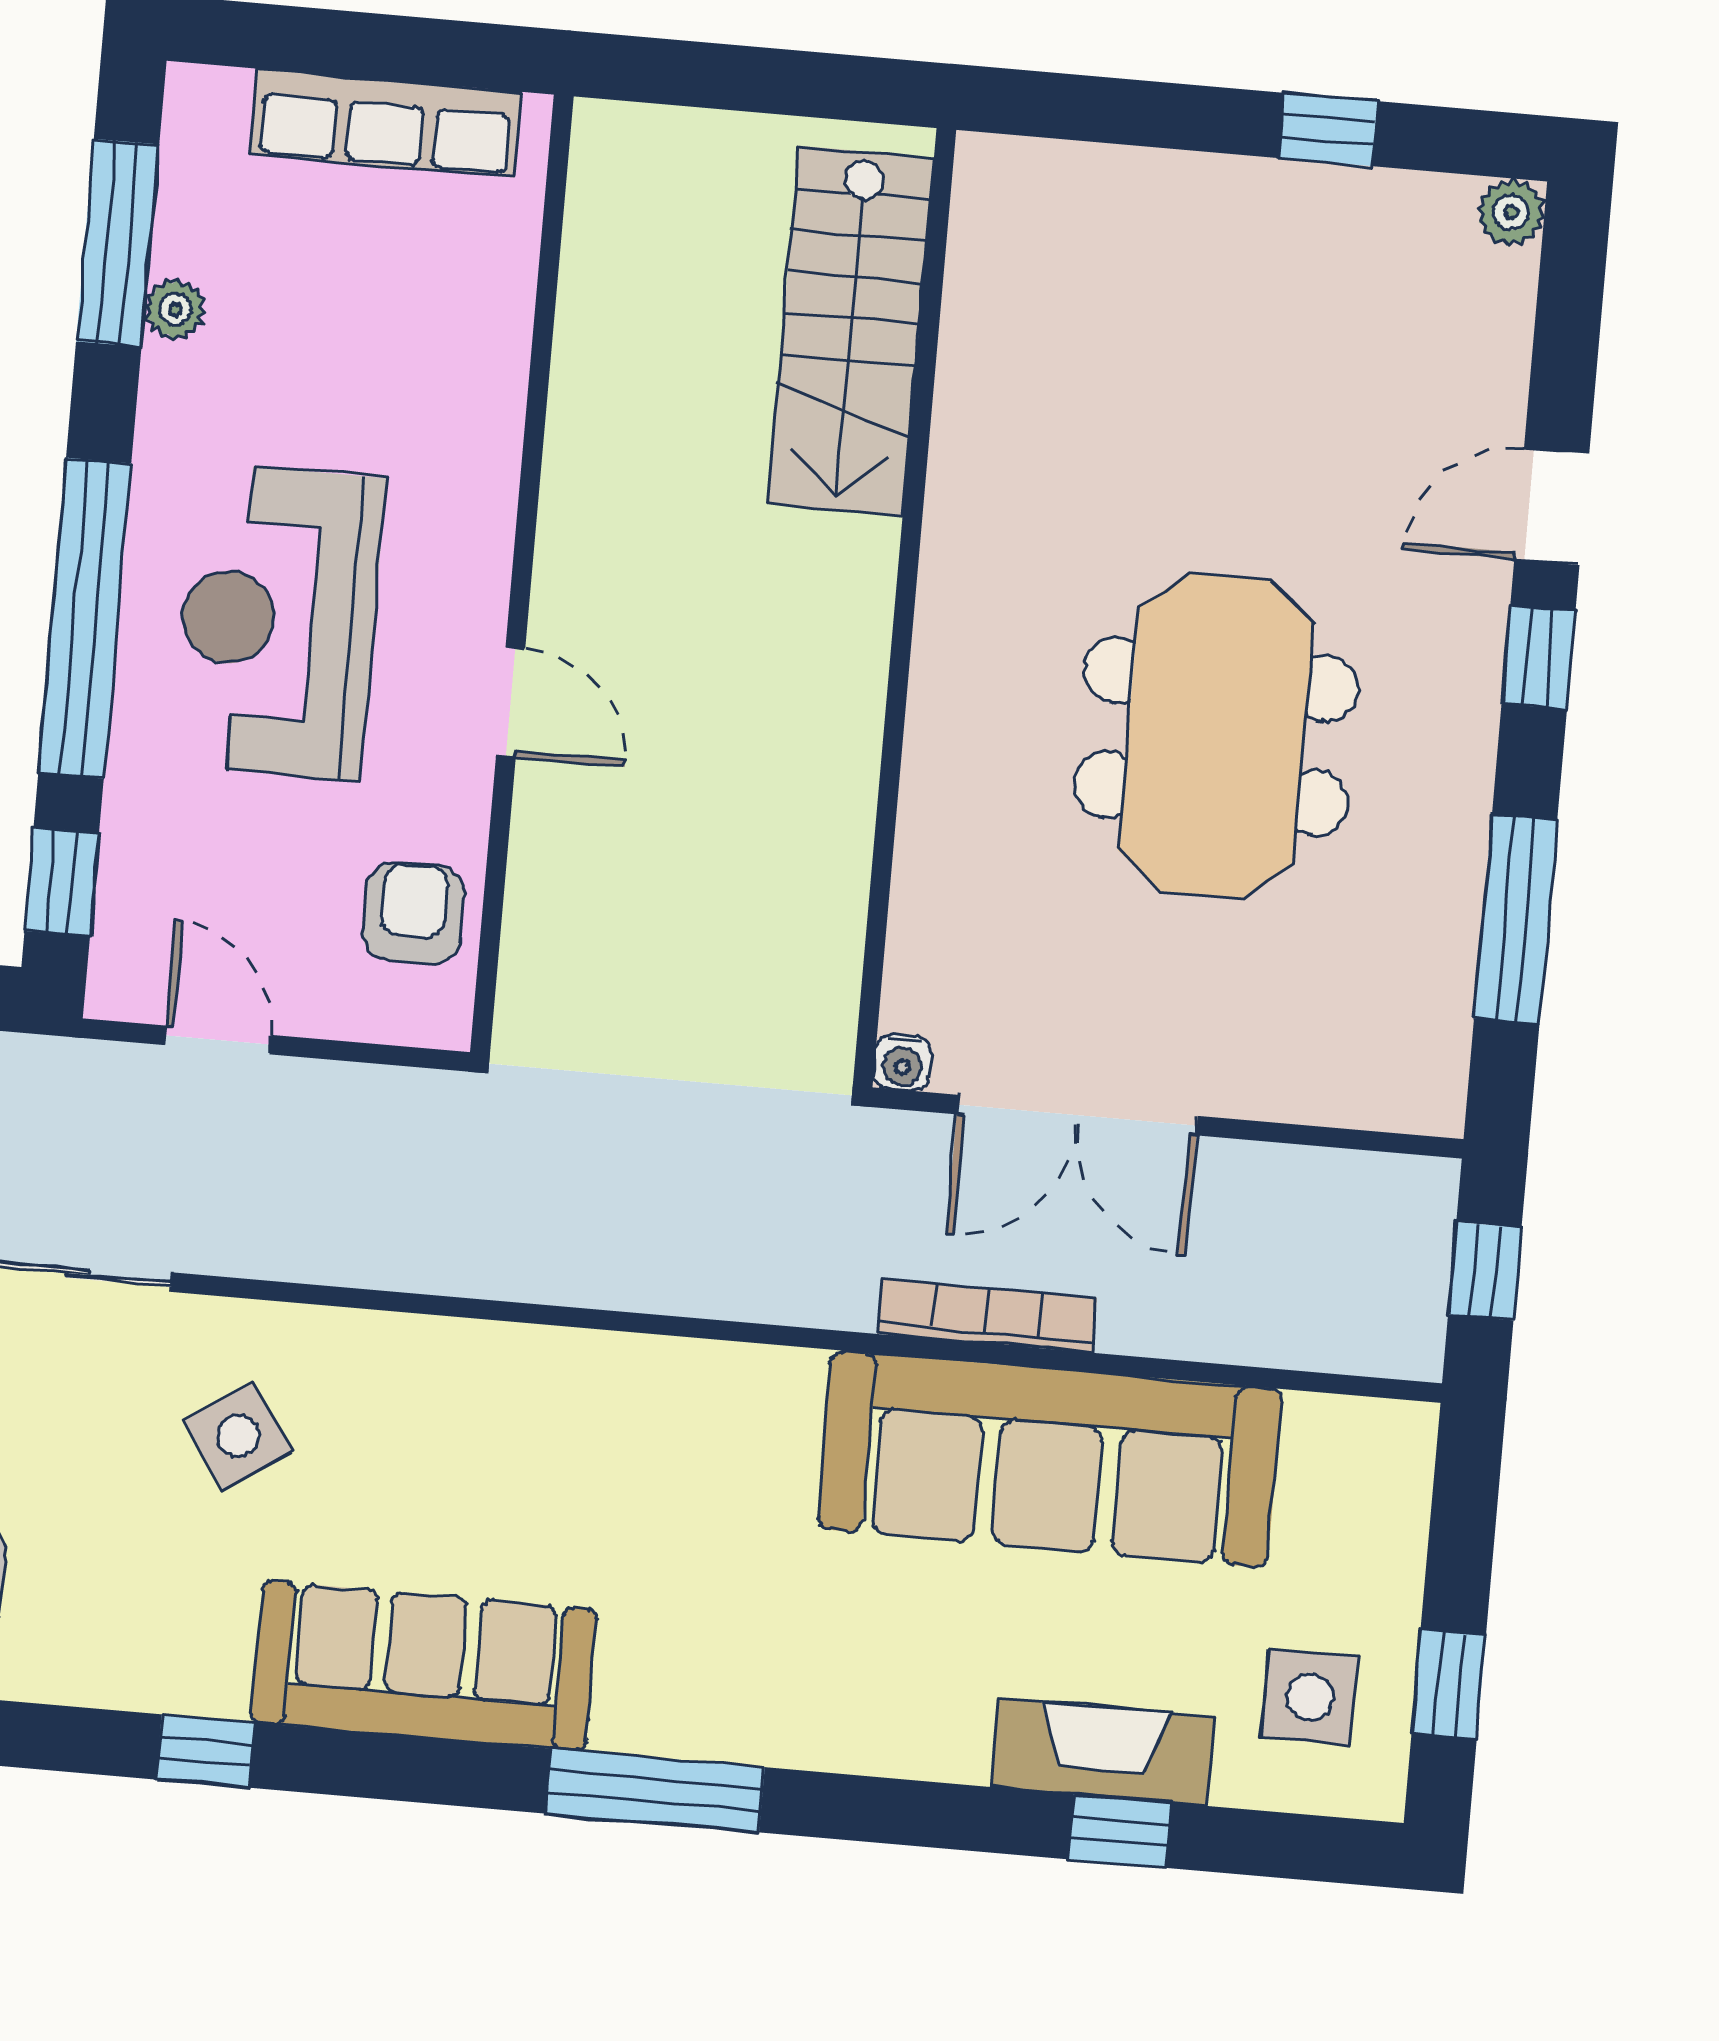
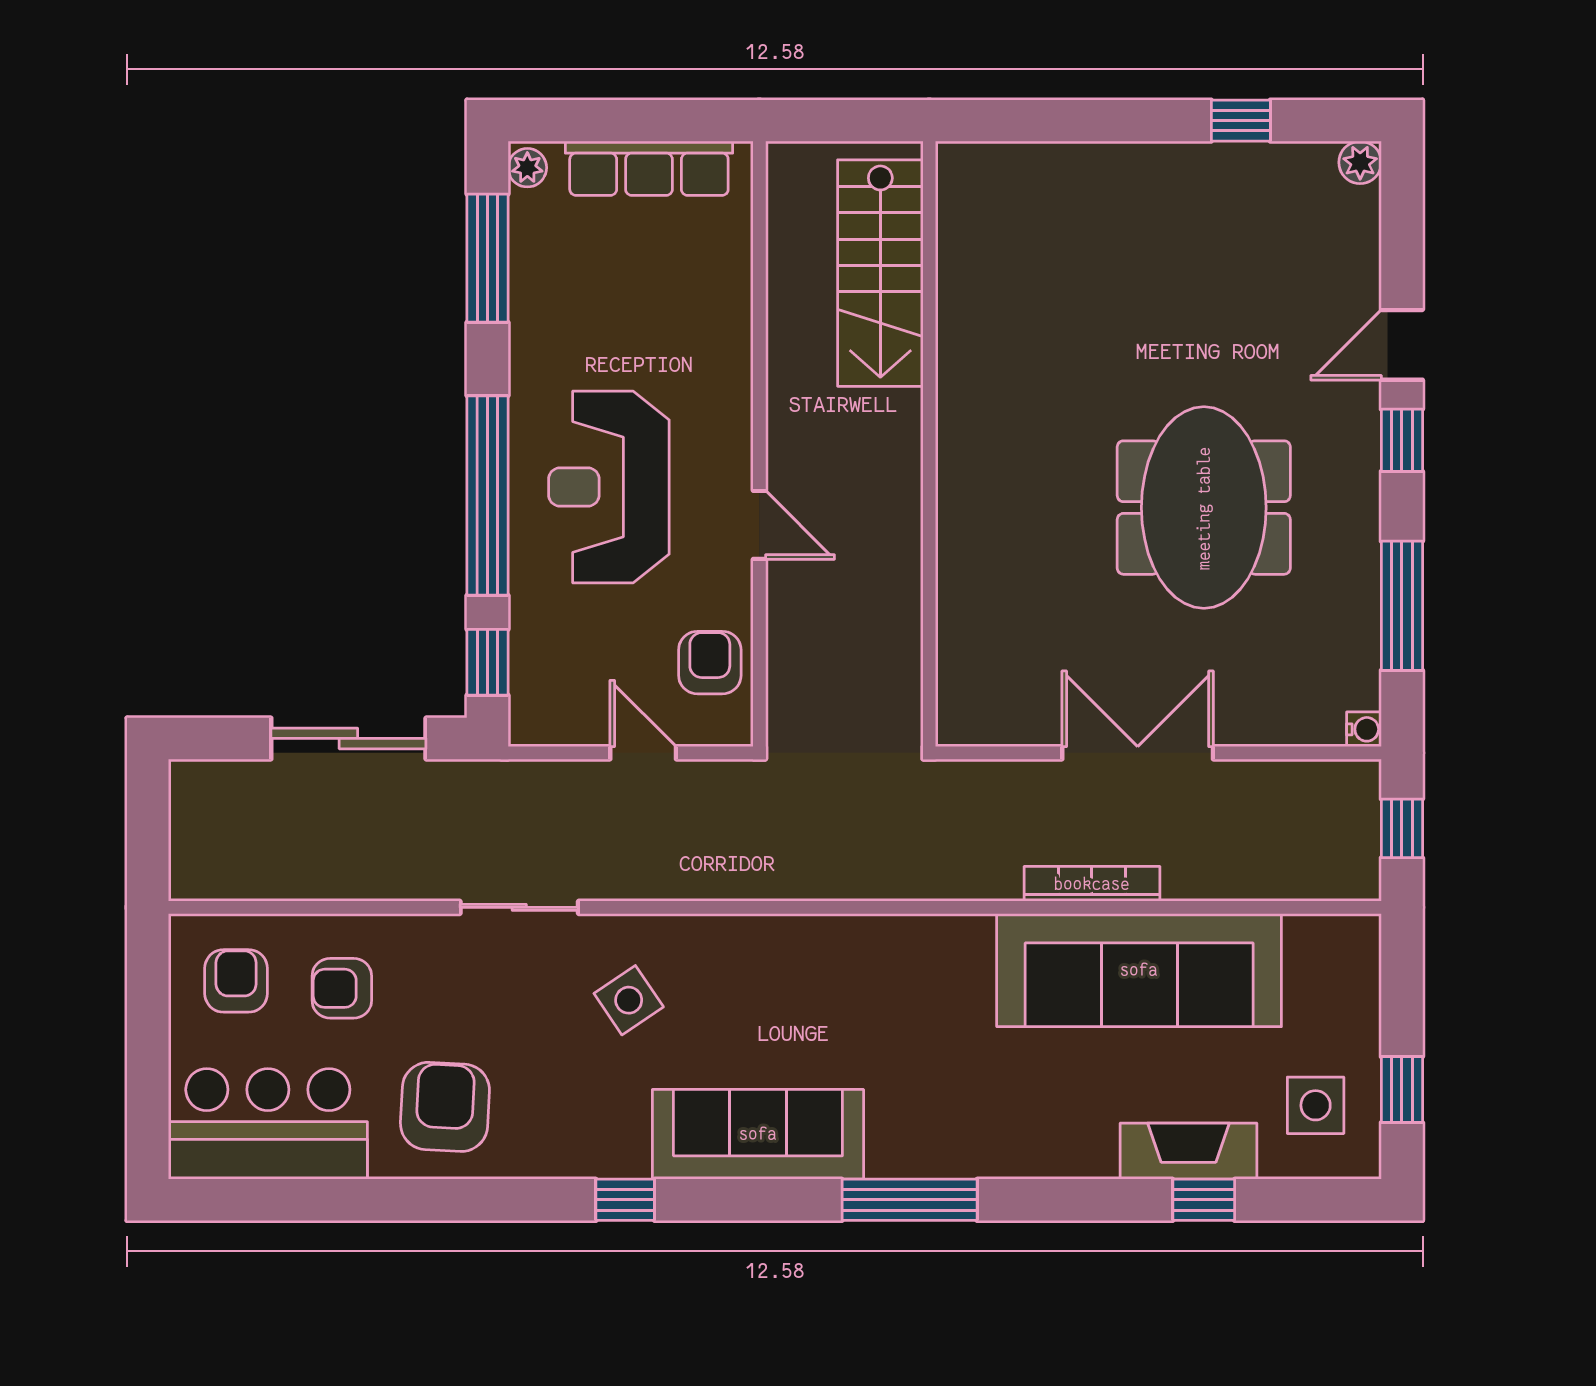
plant: (175, 309) -> (527, 168), moved
stairs: (851, 331) -> (880, 273), moved
wall: (905, 608) -> (929, 444), moved
door: (218, 1040) -> (643, 753), moved
water cooler: (902, 1062) -> (1364, 729), moved, turned -90
double door: (1077, 1115) -> (1138, 753), swing flipped

